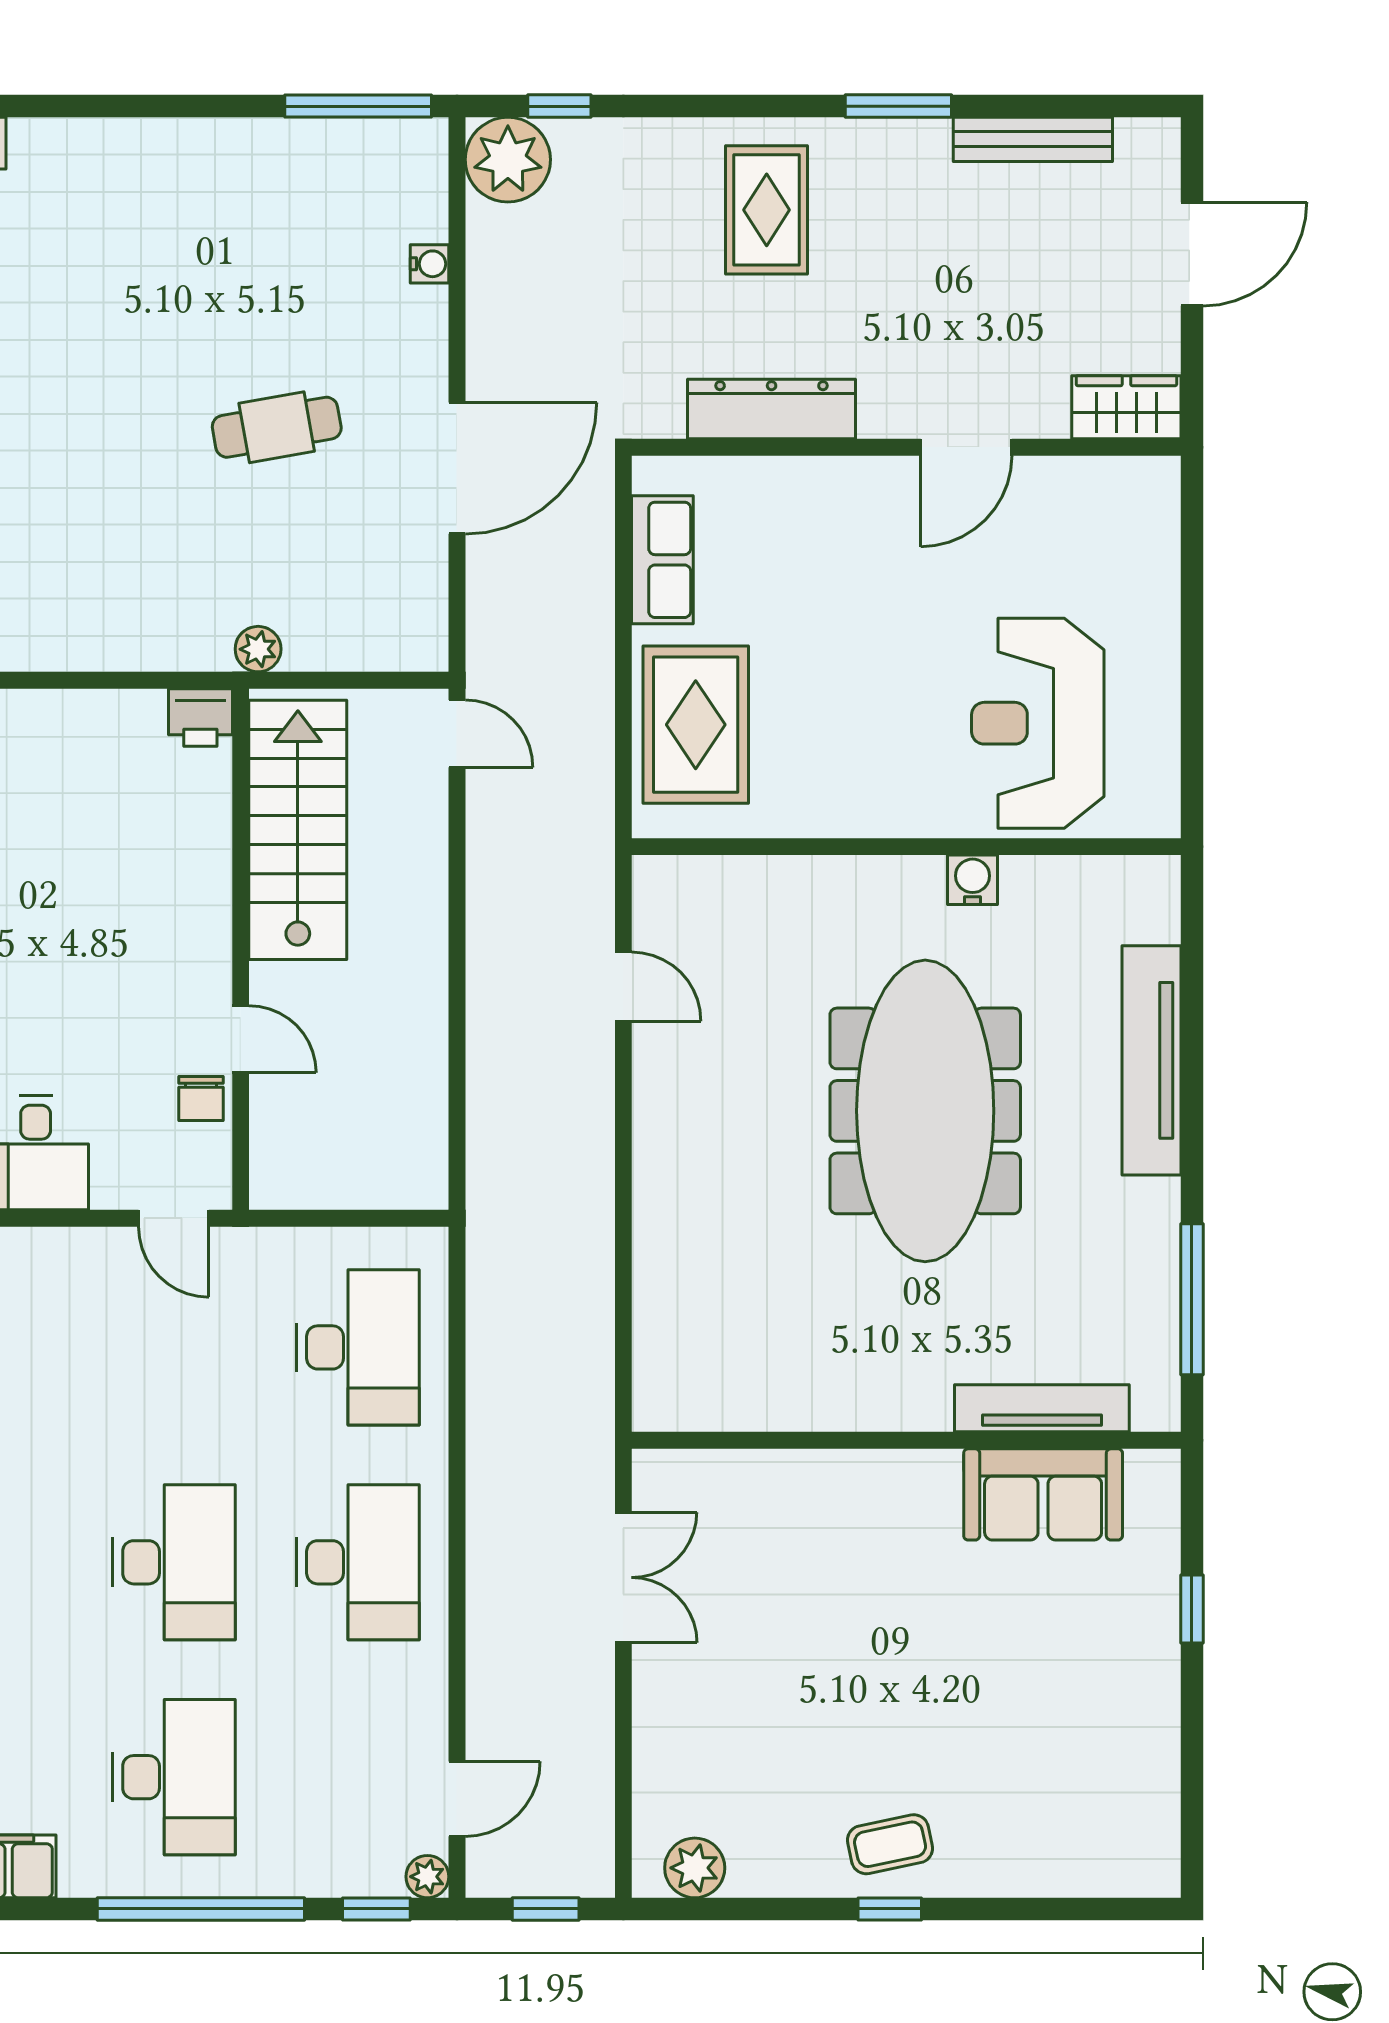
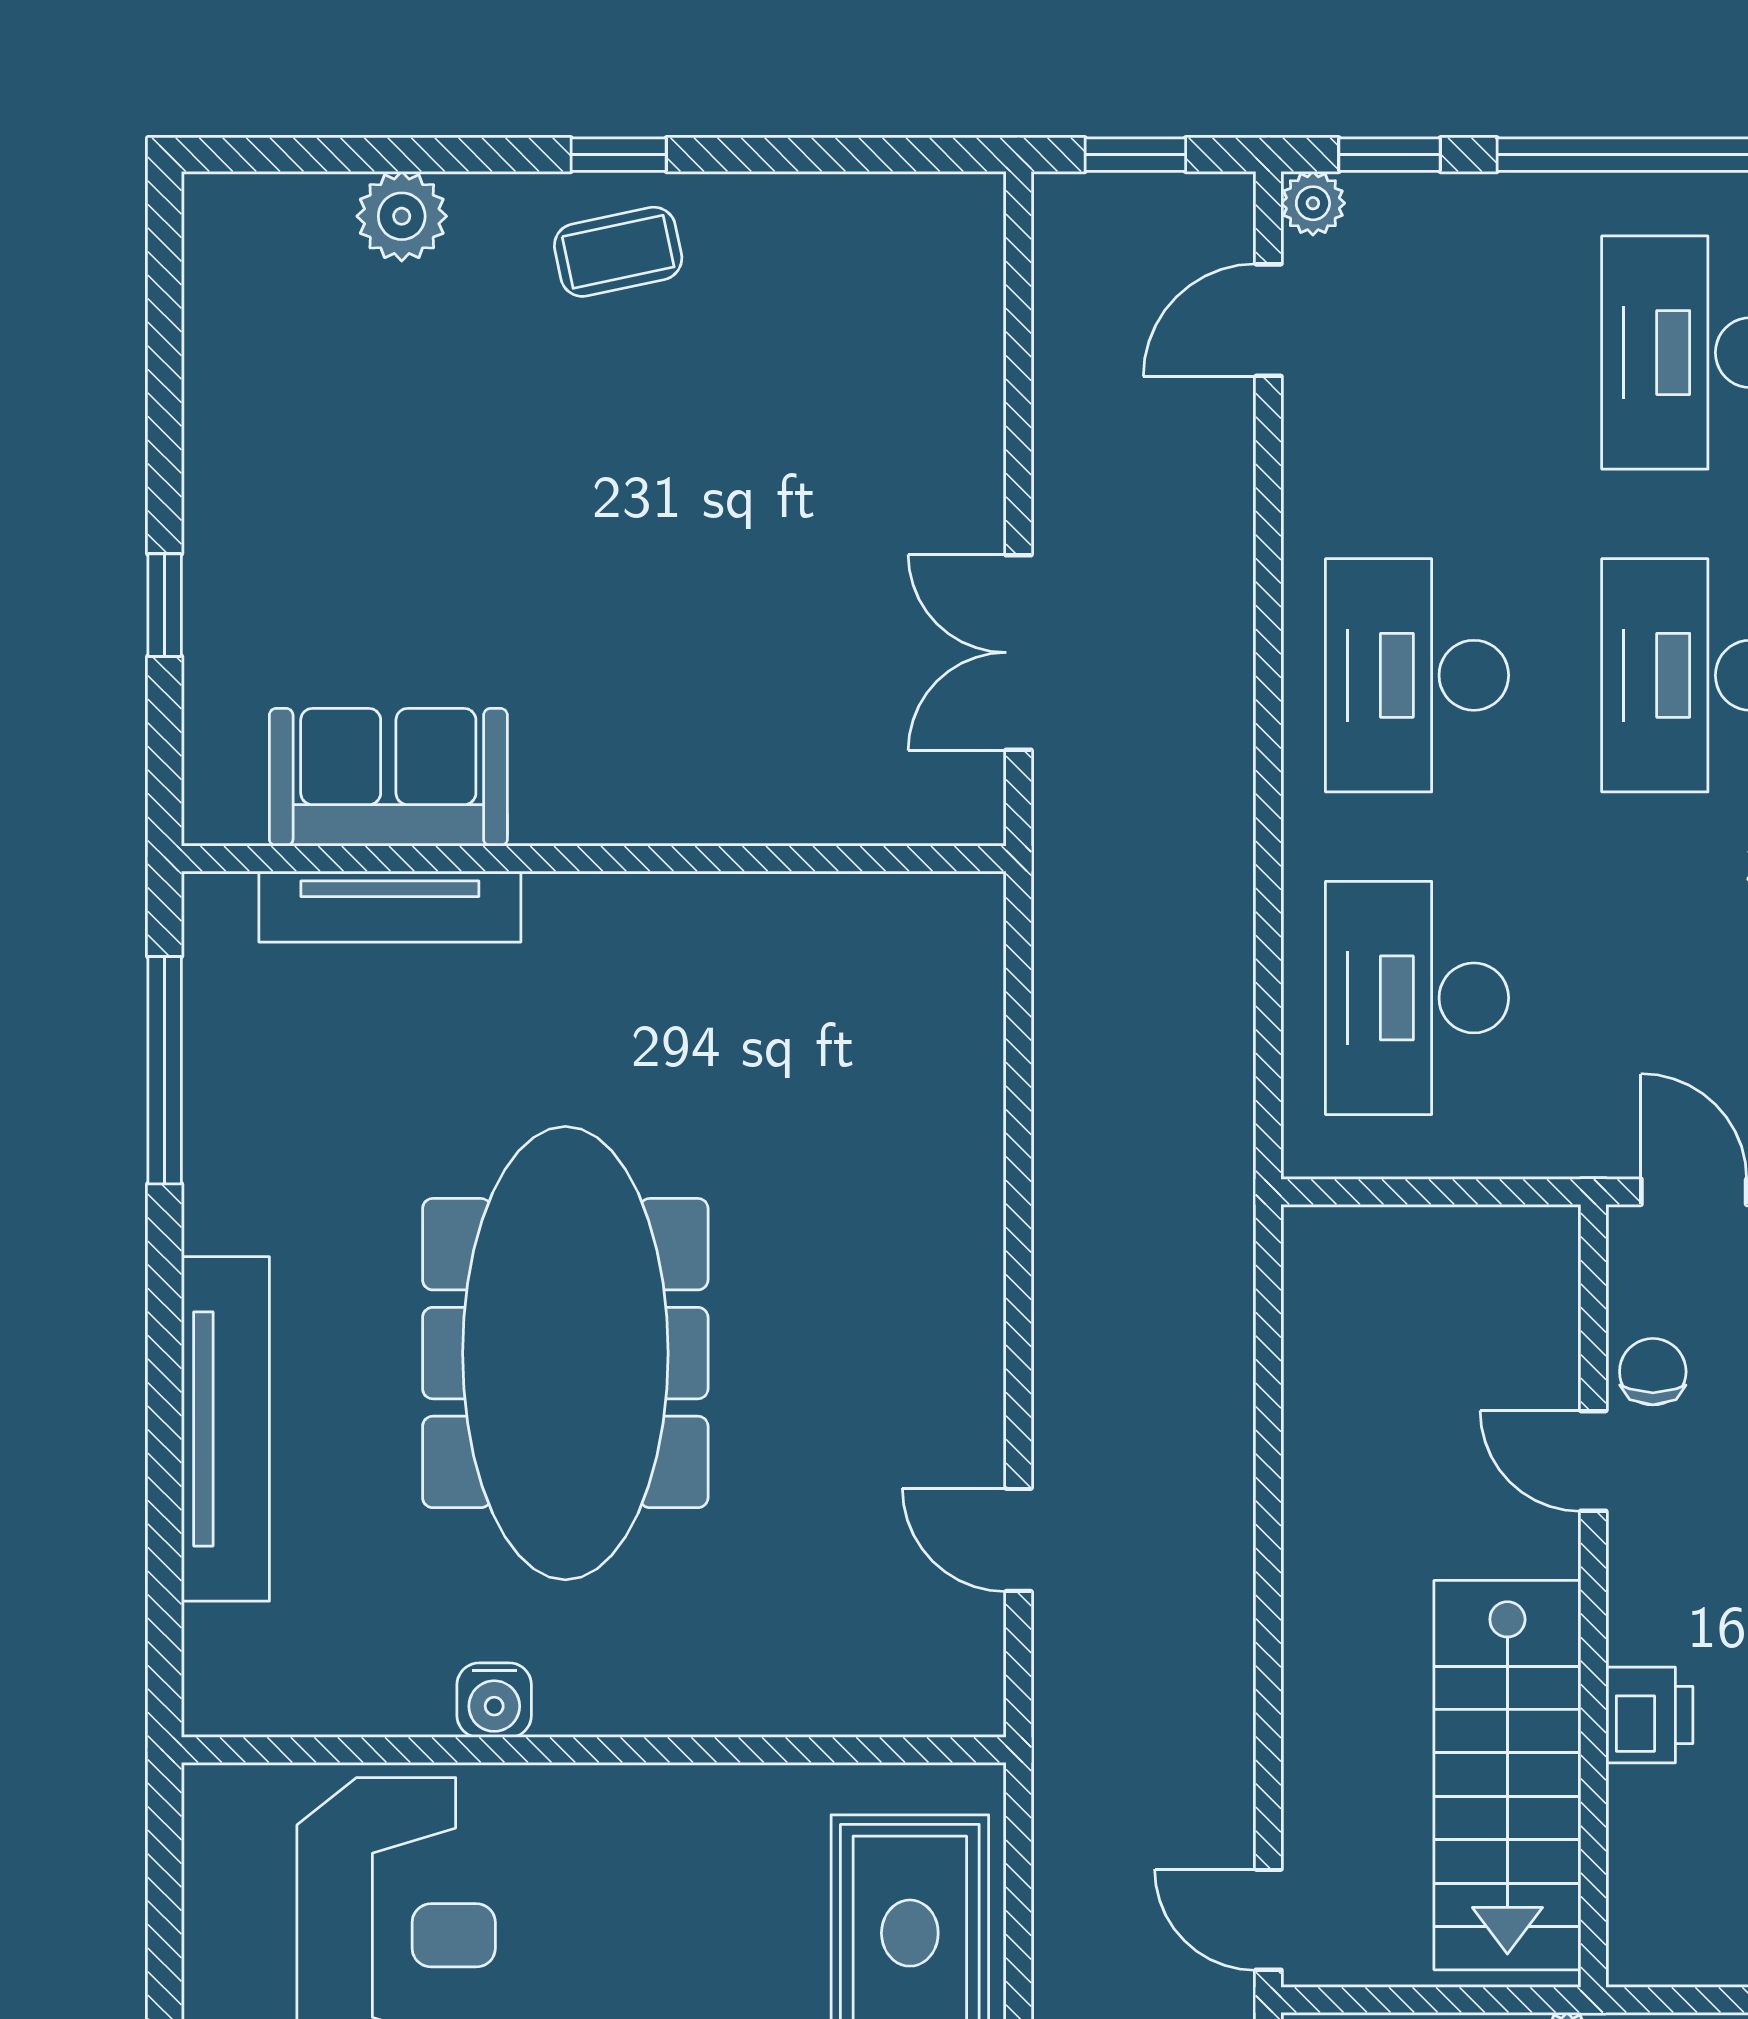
printer: (200, 717) -> (1649, 1715), moved, turned 90
plant: (695, 1868) -> (402, 216), moved

